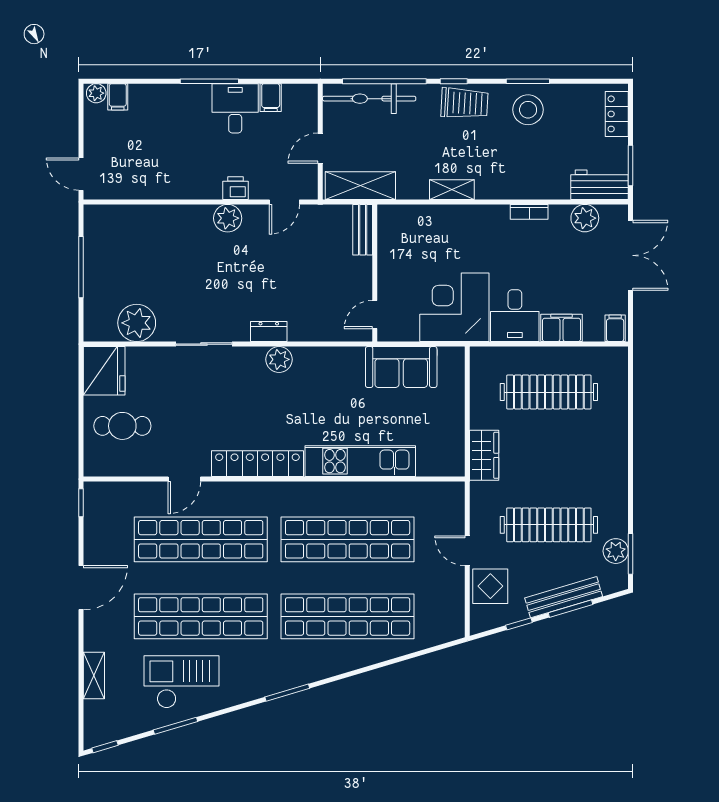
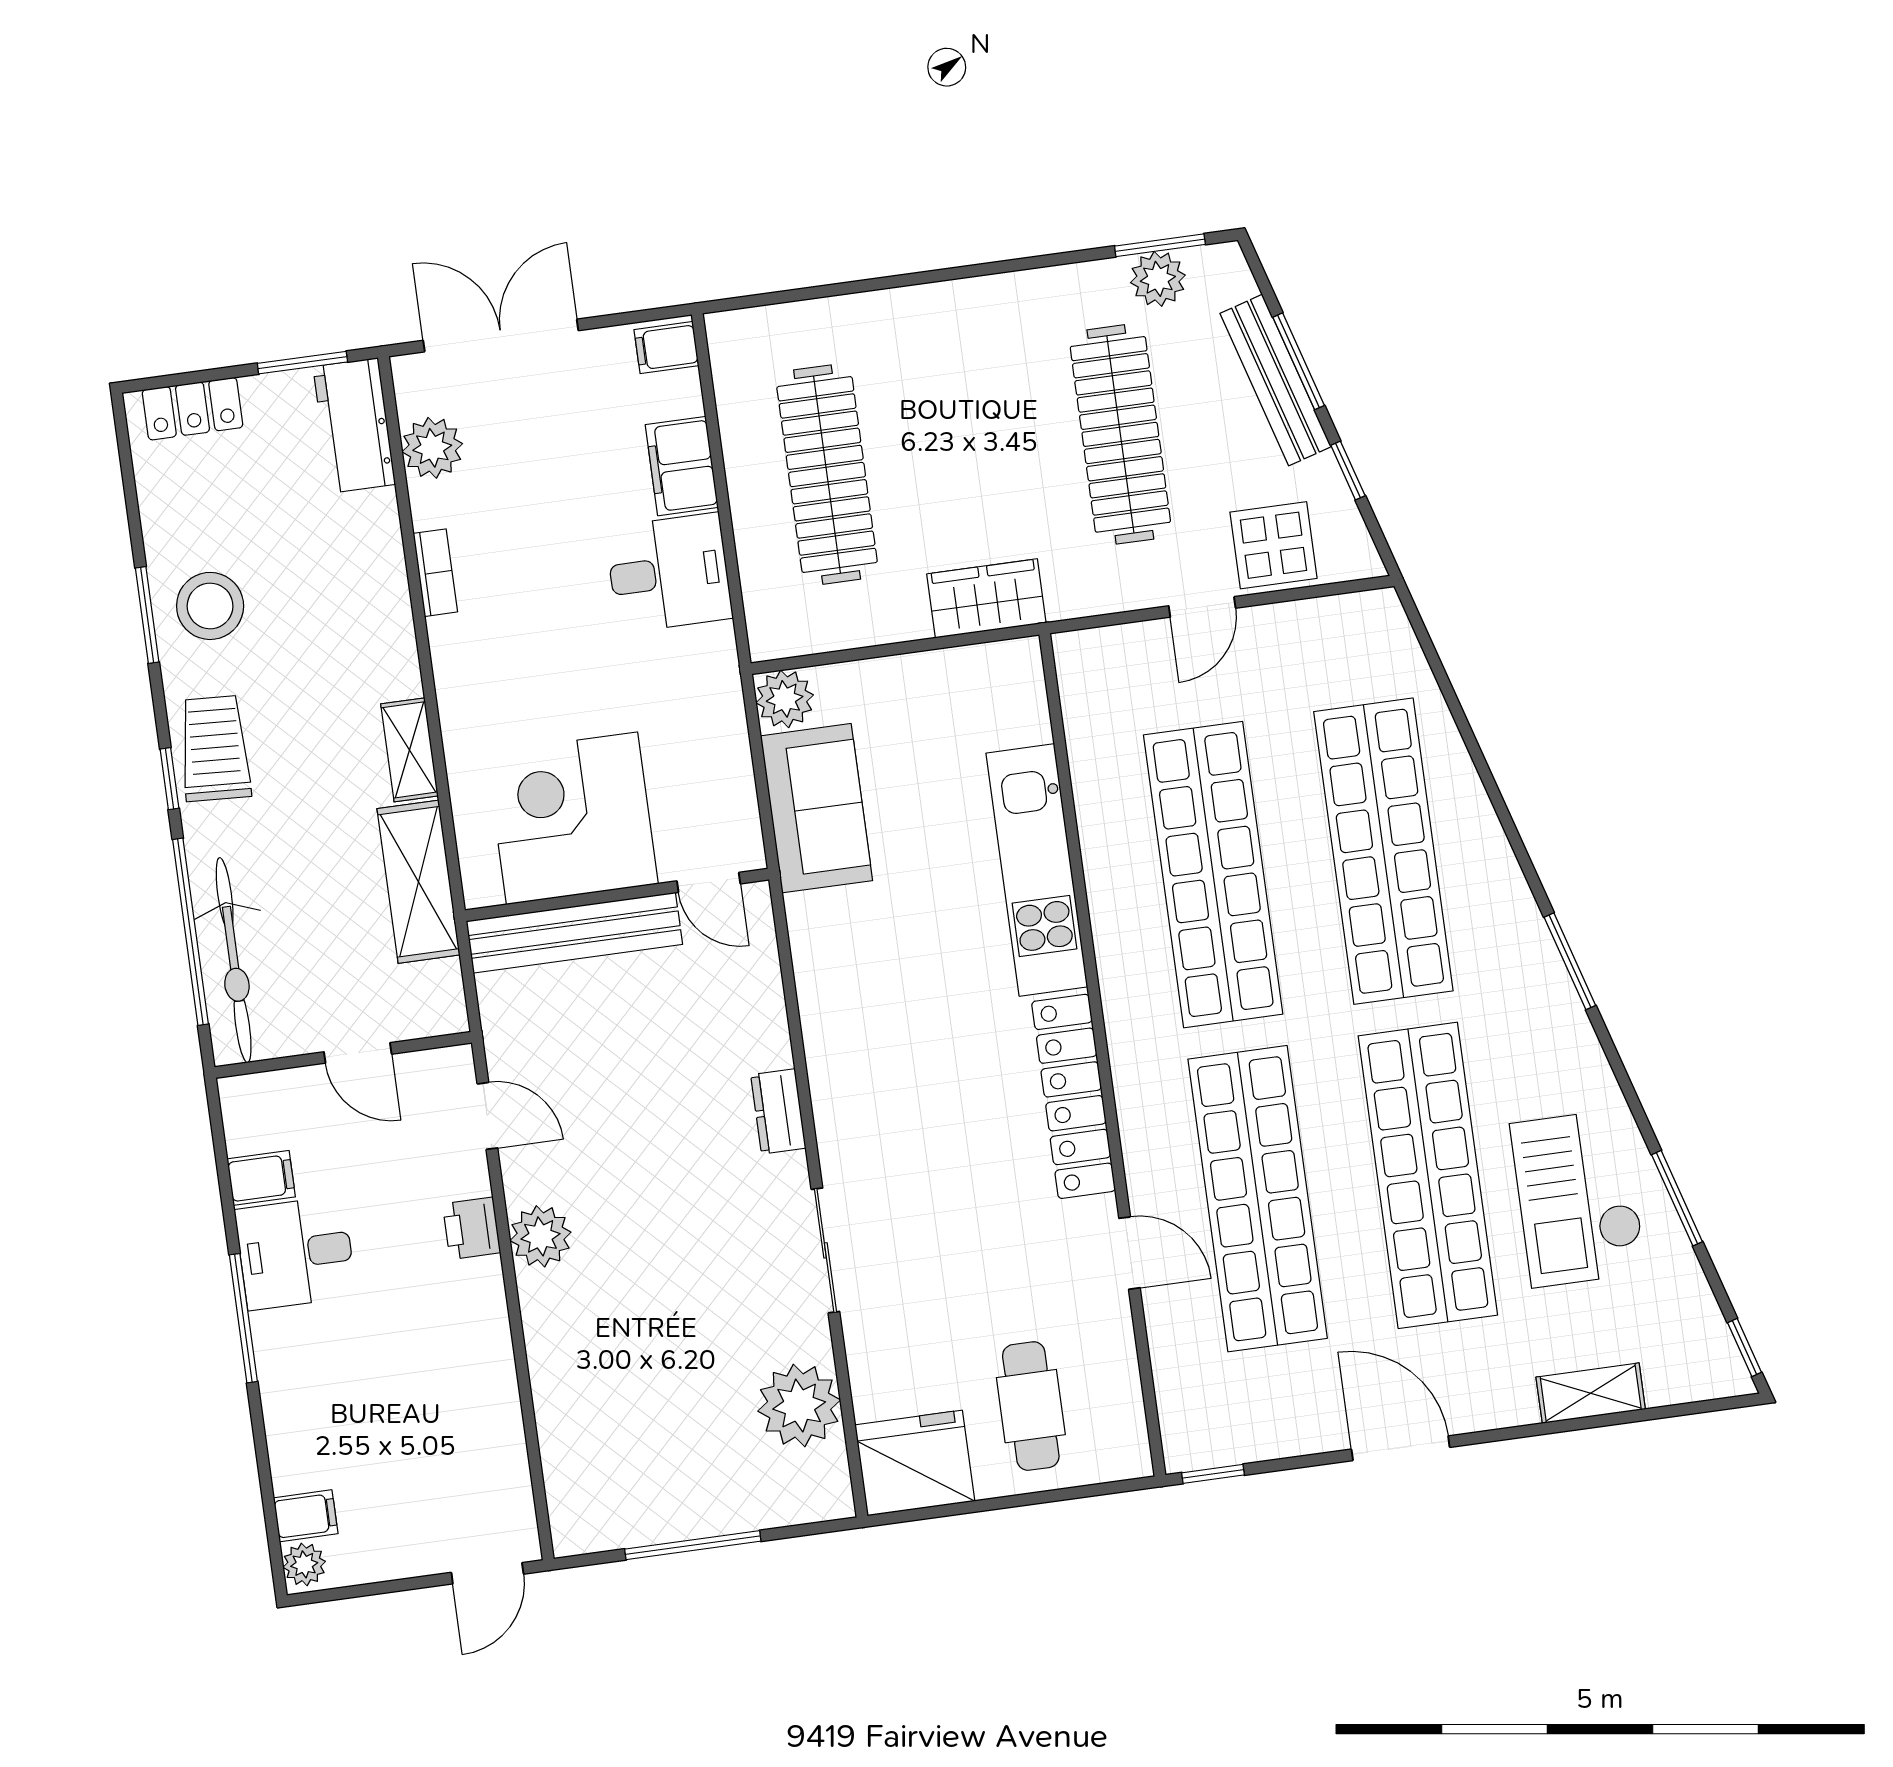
shelving: (360, 186) -> (418, 882), moved
bench: (363, 230) -> (574, 933), width x1.86, depth x1.21
corner desk: (454, 307) -> (572, 818), moved, turned 90
plant: (279, 359) -> (785, 699), moved

